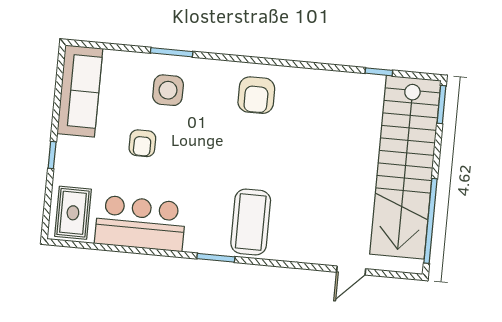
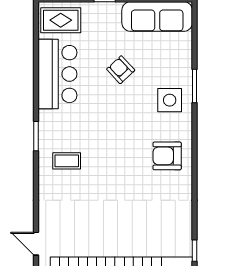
side table: (168, 90) -> (170, 100), moved
armchair: (142, 143) -> (121, 70), turned 47
coffee table: (251, 222) -> (67, 161), width x0.54, depth x0.58

